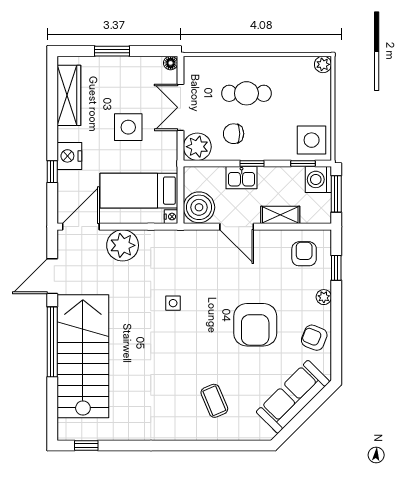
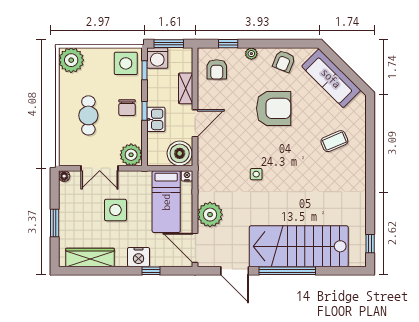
plant: (323, 64) -> (71, 60), width x1.88, depth x1.88
chair: (234, 134) -> (127, 108), moved
armchair: (304, 254) -> (217, 69), turned -90

